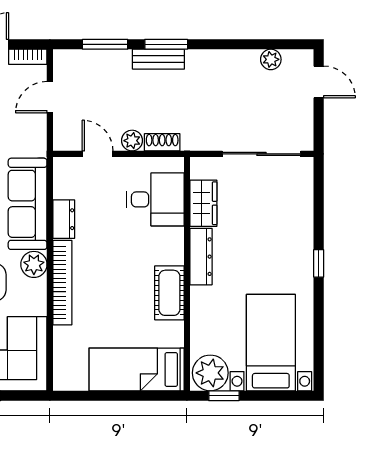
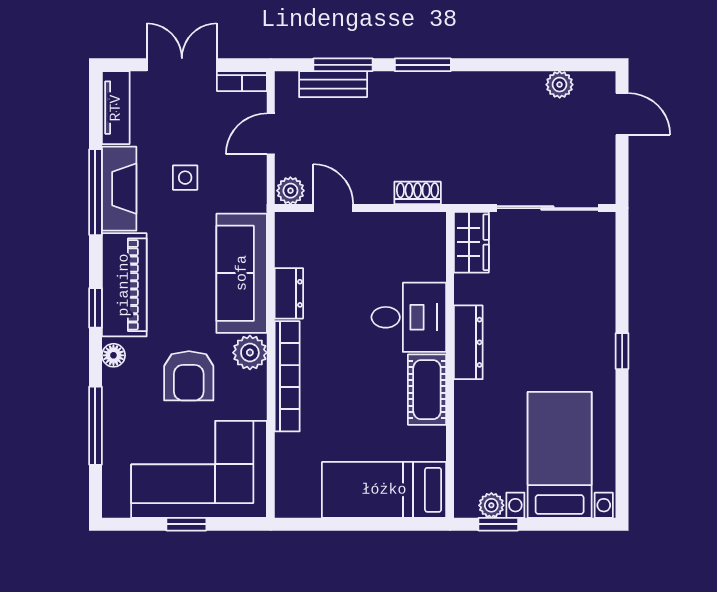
bench: (158, 59) -> (333, 84), moved
plant: (132, 141) -> (290, 191), moved
desk: (155, 199) -> (409, 317), moved
wardrobe: (203, 203) -> (471, 242), moved
plant: (210, 373) -> (491, 505), width x0.53, depth x0.53

